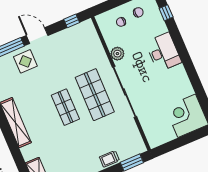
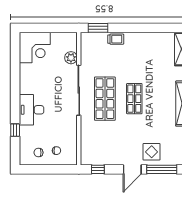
window: (166, 13) -> (15, 130), moved
door: (37, 36) -> (132, 169), hinge flipped
plant: (117, 54) -> (71, 58), moved

